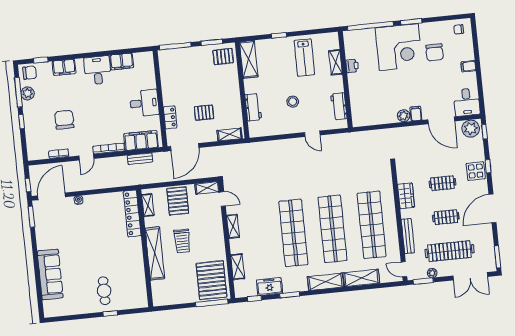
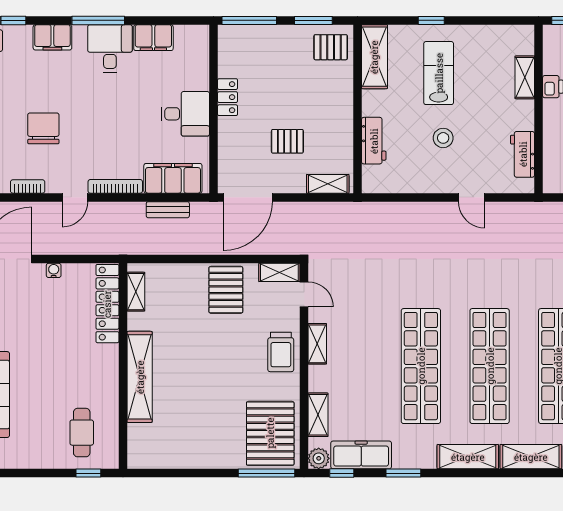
window: (89, 55) -> (98, 20), added
lab bench: (304, 58) -> (439, 73), moved, turned 180
locker: (170, 117) -> (228, 97), moved
shelving: (148, 205) -> (136, 292), moved
locker: (132, 214) -> (107, 304), moved
trolley: (182, 241) -> (281, 352), moved
wall: (145, 248) -> (123, 366), moved
shelving: (155, 253) -> (140, 377), moved
freezer: (269, 287) -> (361, 455), width x1.40
plant: (241, 292) -> (319, 458), added

